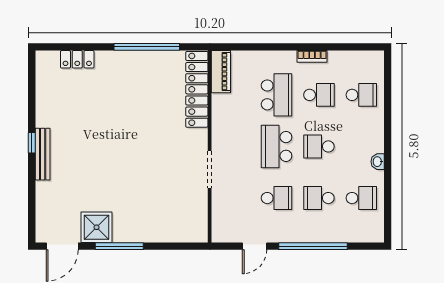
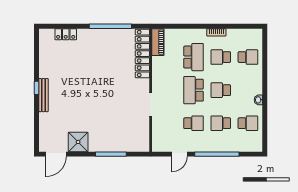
school desk: (319, 95) -> (221, 57), turned 180
window: (119, 246) -> (111, 154), moved

